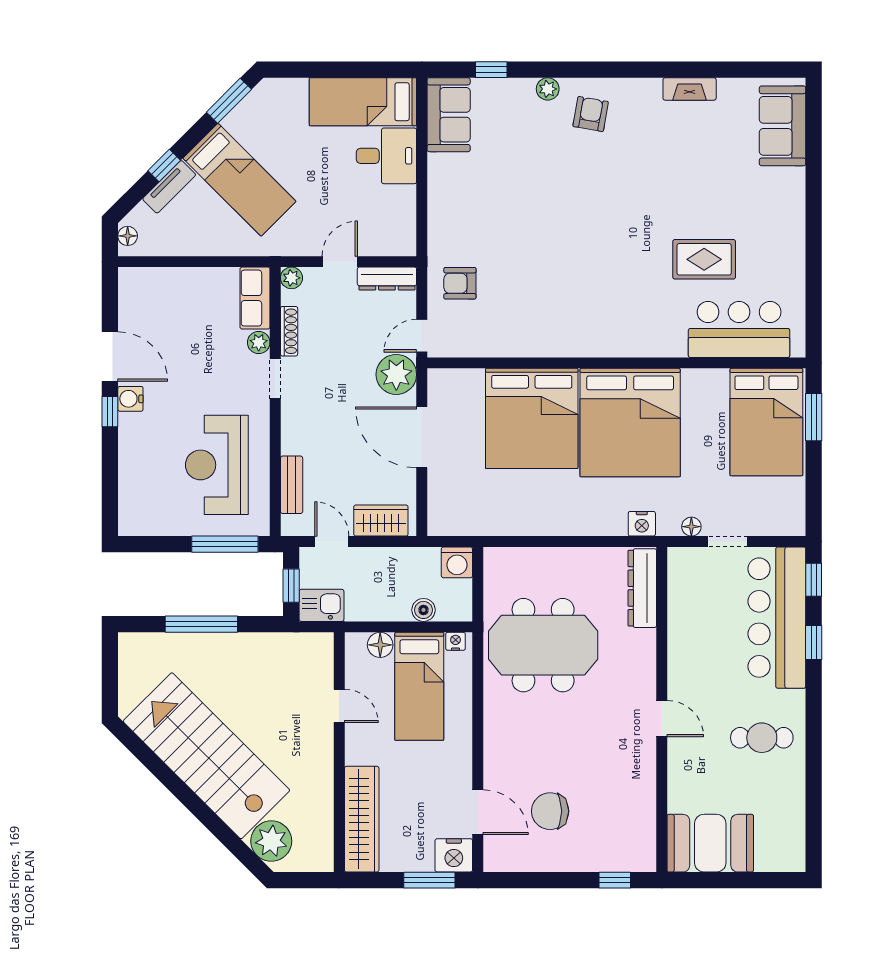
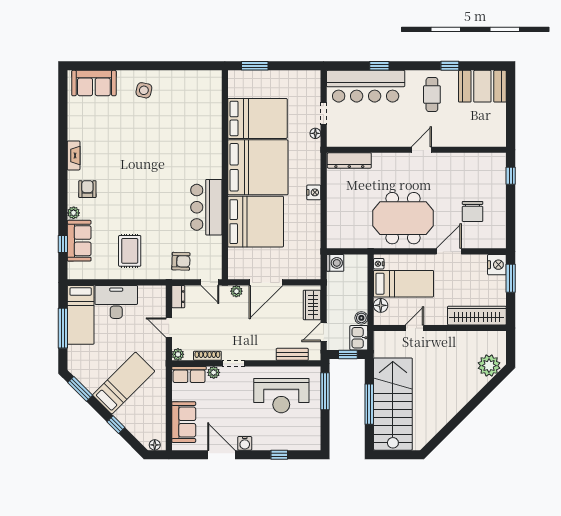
window: (339, 70) -> (63, 328), added
fireplace: (690, 89) -> (74, 155), moved
armchair: (591, 114) -> (87, 189), turned 80
sofa: (449, 115) -> (79, 241), moved, turned 90
desk: (386, 156) -> (116, 302), width x1.37
tv unit: (169, 187) -> (128, 422), removed
side table: (769, 216) -> (144, 90), added
rug: (704, 259) -> (130, 251), moved
dresser: (387, 278) -> (178, 297), width x0.70
armchair: (460, 283) -> (181, 261), turned -88
sofa: (169, 288) -> (184, 422), added
bar counter: (739, 329) -> (206, 207), moved
door: (110, 356) -> (221, 455), hinge flipped
plant: (396, 374) -> (236, 291), width x0.53, depth x0.53
window: (110, 412) -> (279, 455), moved
bed: (766, 422) -> (258, 118), moved
nightstand: (642, 524) -> (314, 192), moved
window: (814, 580) -> (450, 66), moved
boiler: (423, 610) -> (361, 318), moved
meeting table: (543, 645) -> (403, 218), moved, turned 90
stairs: (206, 756) -> (393, 404), moved, turned 135
door: (478, 812) -> (449, 251), moved
booth: (710, 843) -> (482, 86), moved, turned 90

